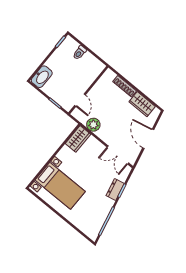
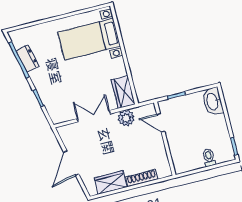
door: (148, 139) -> (71, 163), swing flipped
double door: (118, 155) -> (94, 116), moved
dresser: (115, 189) -> (28, 58), moved

